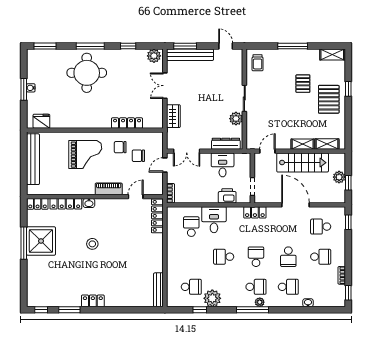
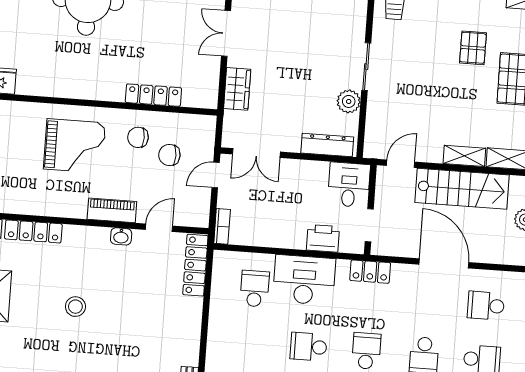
desk: (223, 165) -> (349, 185), moved
washbasin: (89, 203) -> (121, 236), moved
desk: (214, 220) -> (304, 280), width x1.37

